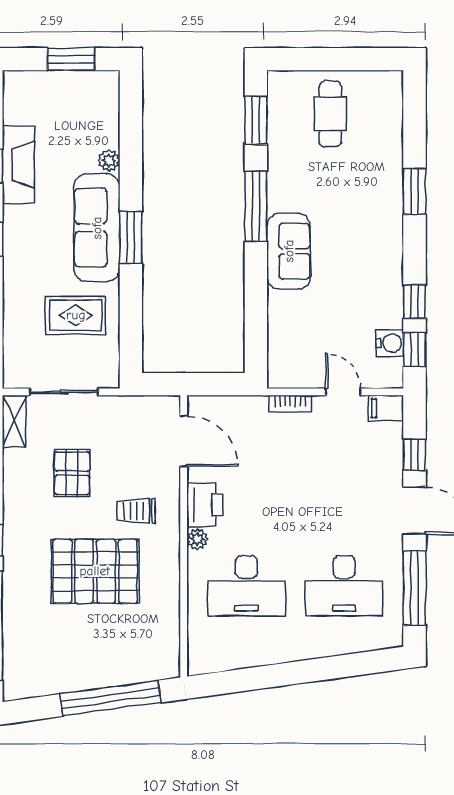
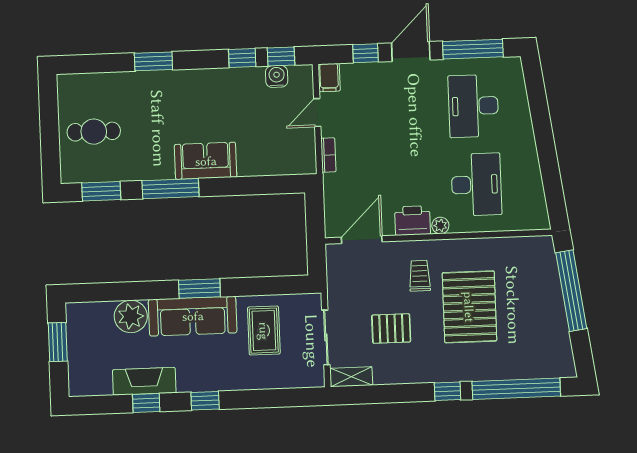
plant: (109, 160) -> (131, 316), width x1.87, depth x1.87
trolley: (136, 511) -> (420, 276), turned 180
desk: (344, 586) -> (473, 106), turned 180

